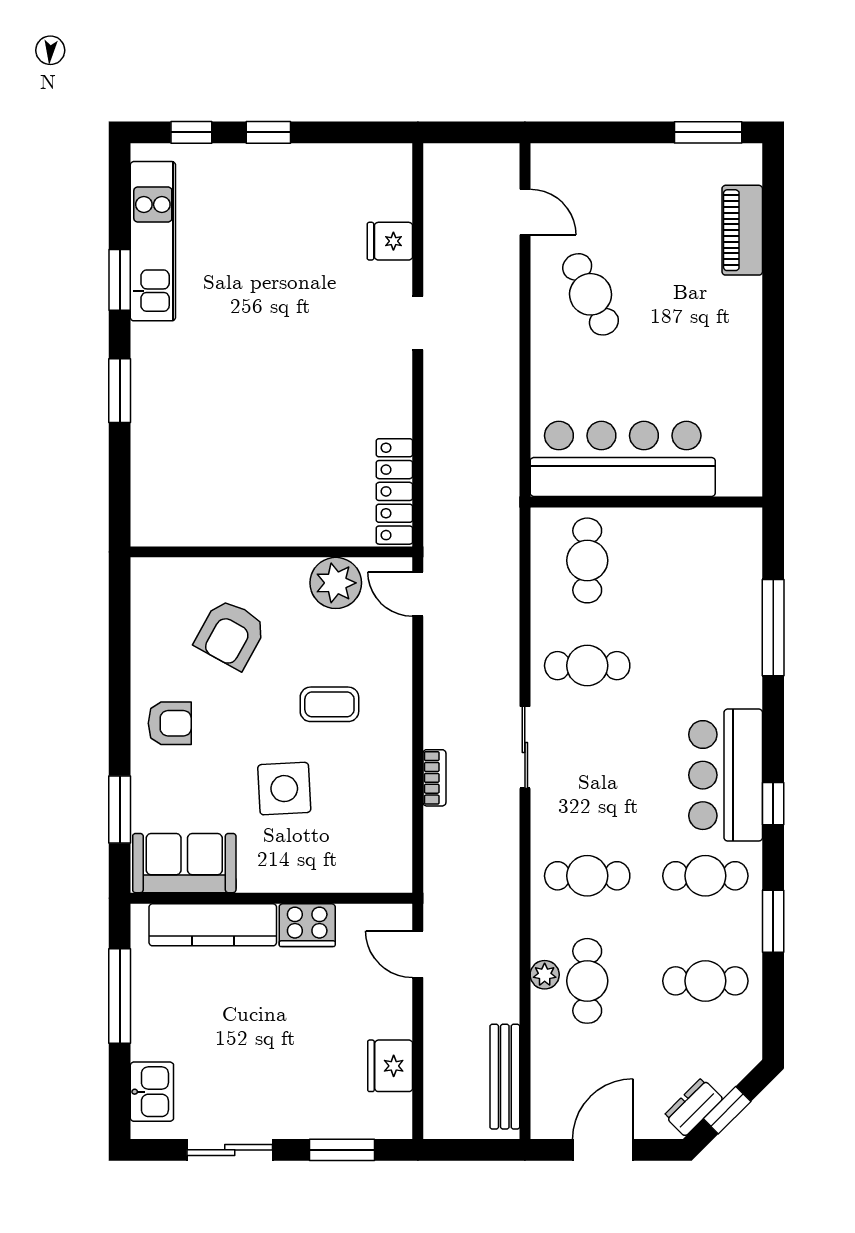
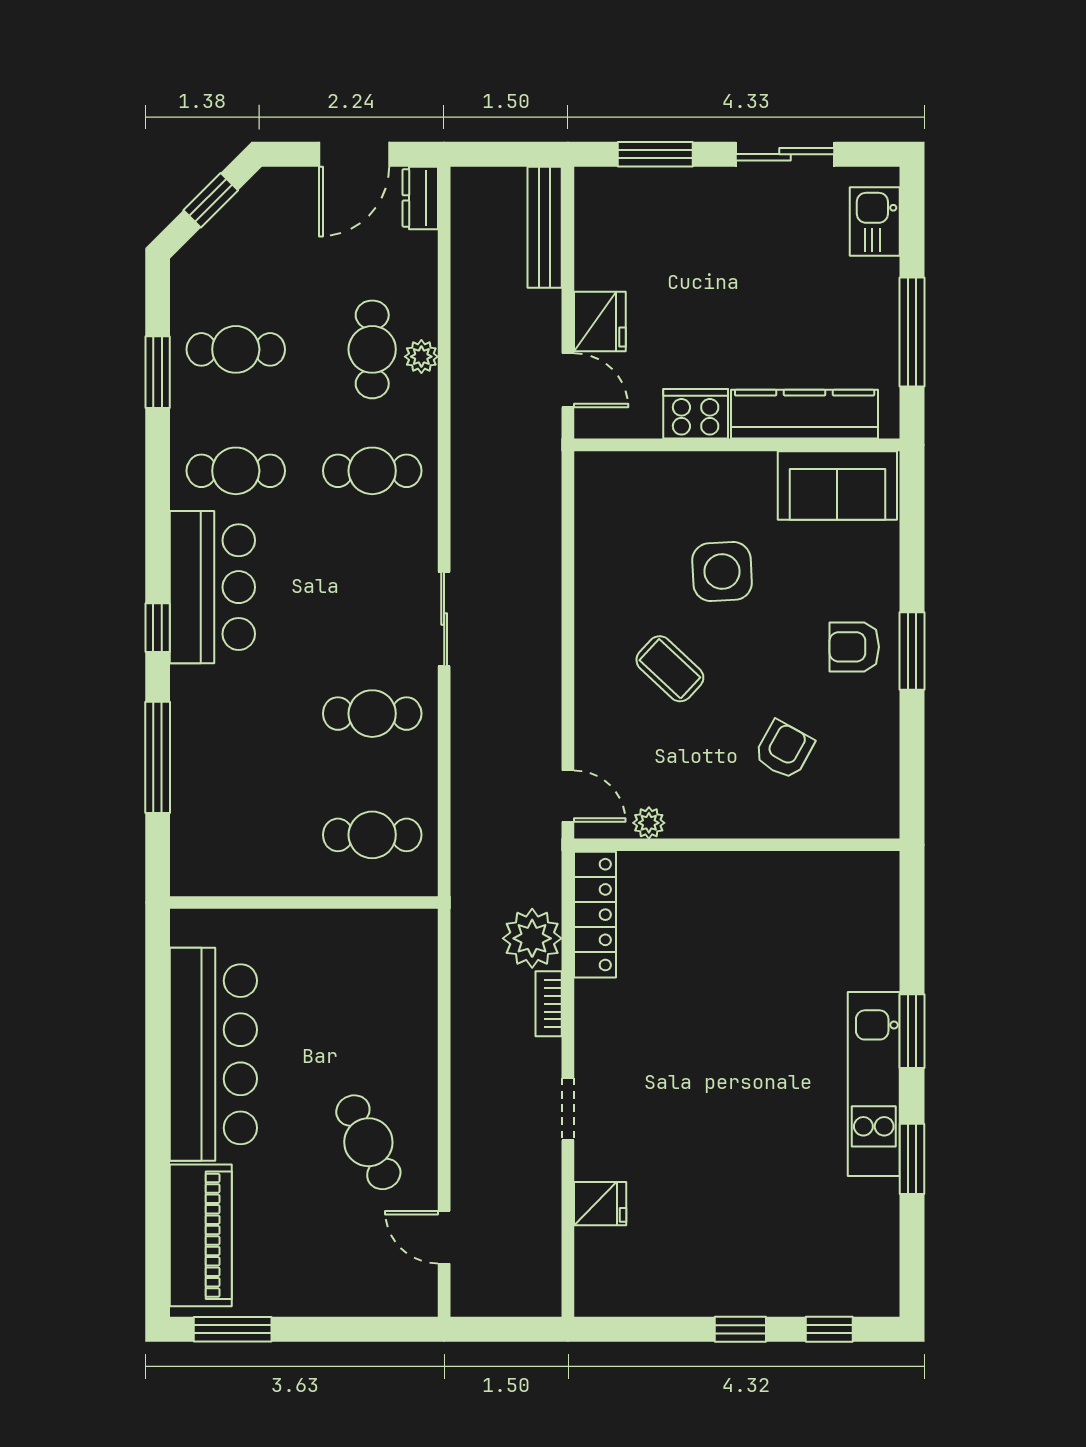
piano: (742, 230) -> (201, 1235), width x1.37, depth x1.33
kitchen unit: (153, 241) -> (874, 1084), moved
bar counter: (623, 459) -> (213, 1054), moved, turned -90
plant: (449, 471) -> (532, 938), added
cafe table: (587, 560) -> (372, 835), turned 90
plant: (336, 583) -> (649, 823), width x0.53, depth x0.53
armchair: (231, 634) -> (784, 750), width x0.72, depth x0.72
coffee table: (329, 704) -> (670, 669), turned 43
bookcase: (434, 778) -> (549, 1004), moved
window: (773, 804) -> (158, 628), moved
window: (120, 810) -> (912, 651), moved
window: (773, 921) -> (158, 372), moved
fridge: (390, 1066) -> (600, 321), moved
bench: (505, 1077) -> (545, 227), moved
dresser: (693, 1107) -> (420, 198), moved, turned 135

